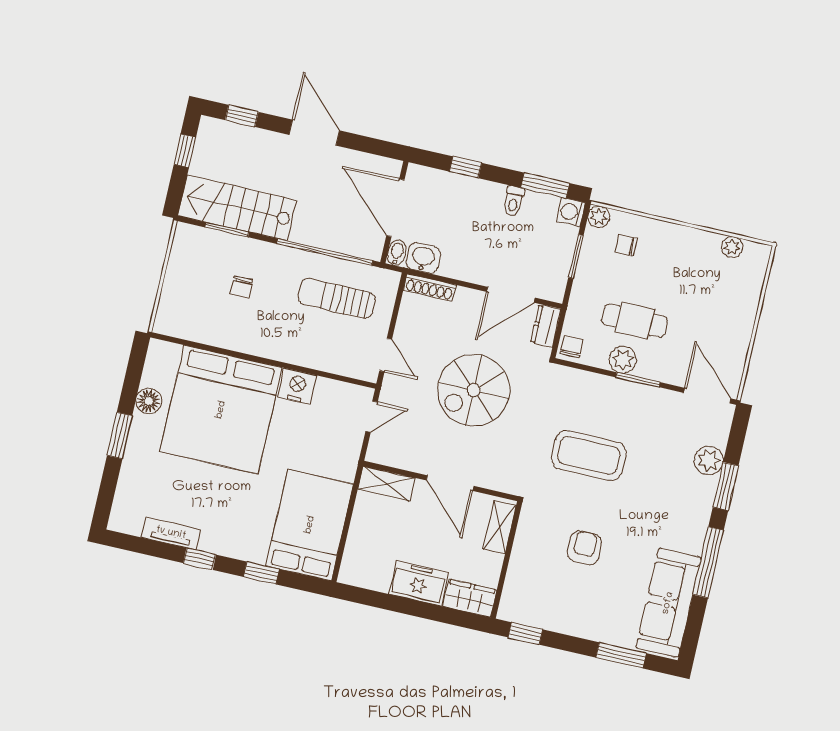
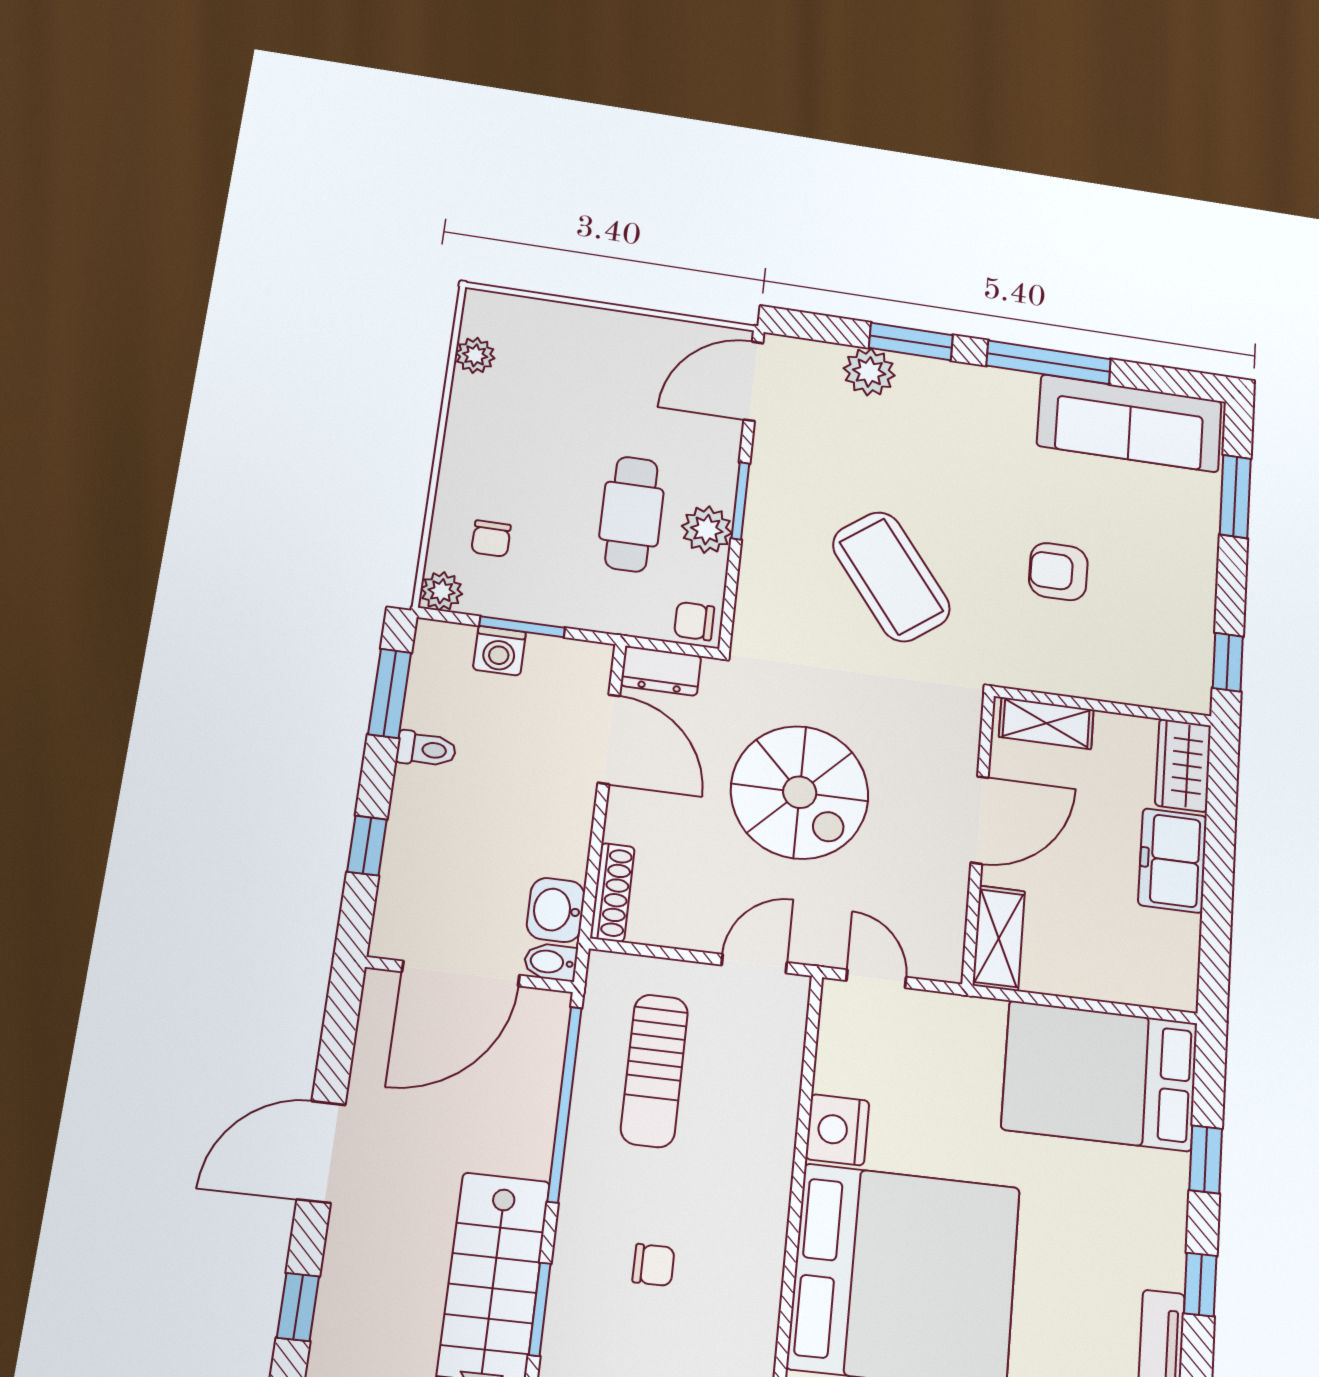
washing machine: (571, 212) -> (499, 651), moved
coffee table: (589, 456) -> (891, 577), turned -37

